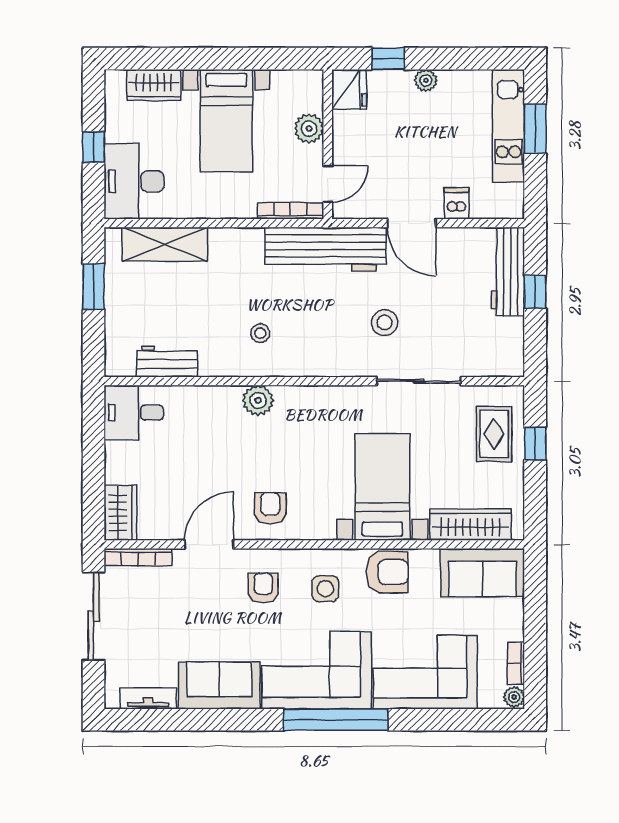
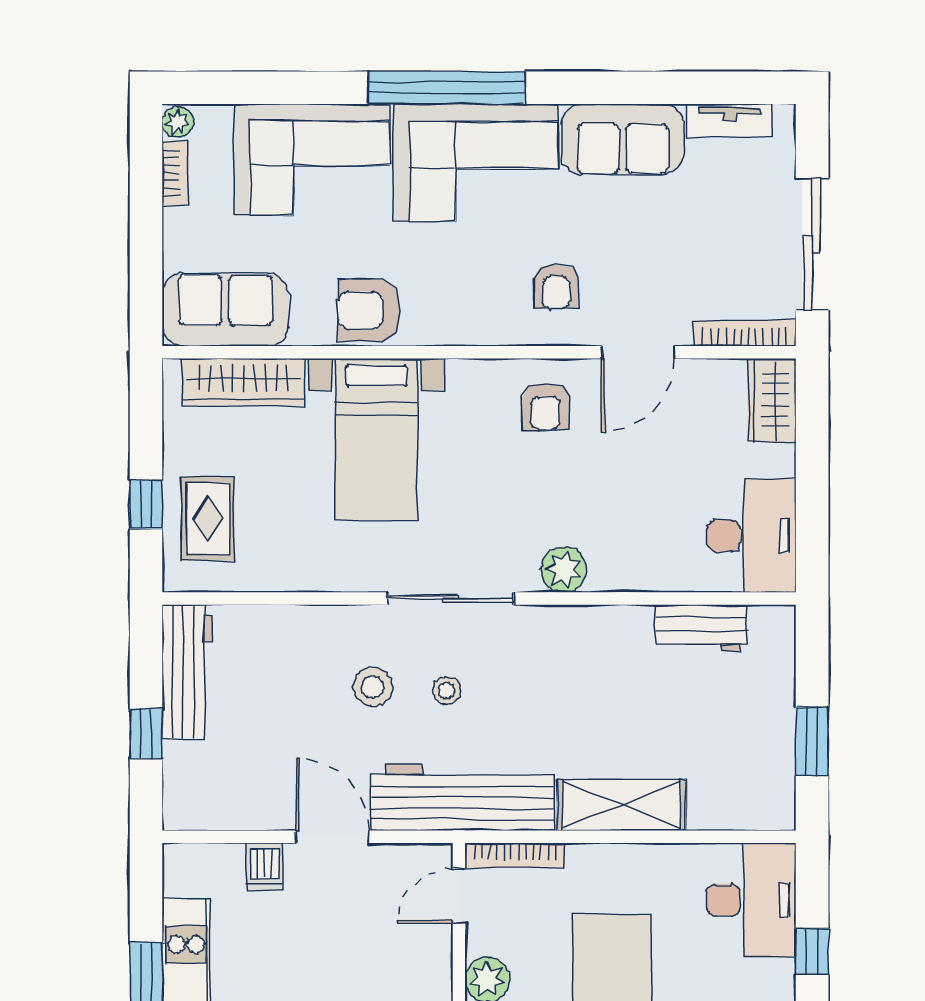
shelving: (165, 244) -> (622, 805), moved
workbench: (508, 272) -> (187, 671), moved
stool: (260, 333) -> (447, 691), moved
sliding door: (419, 381) -> (450, 599), moved
desk: (134, 413) -> (751, 536), width x1.37
side table: (325, 589) -> (462, 286), removed

